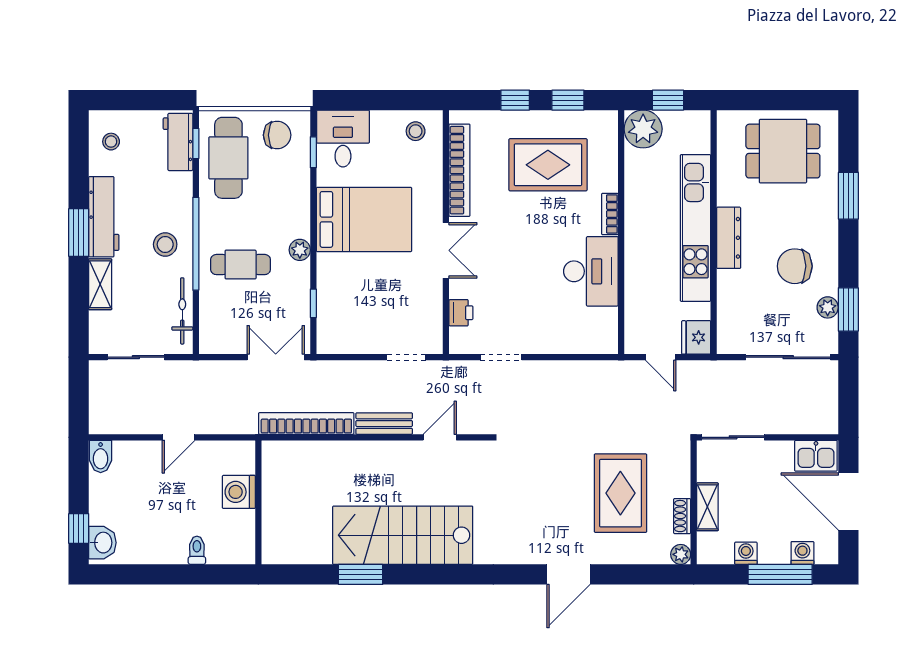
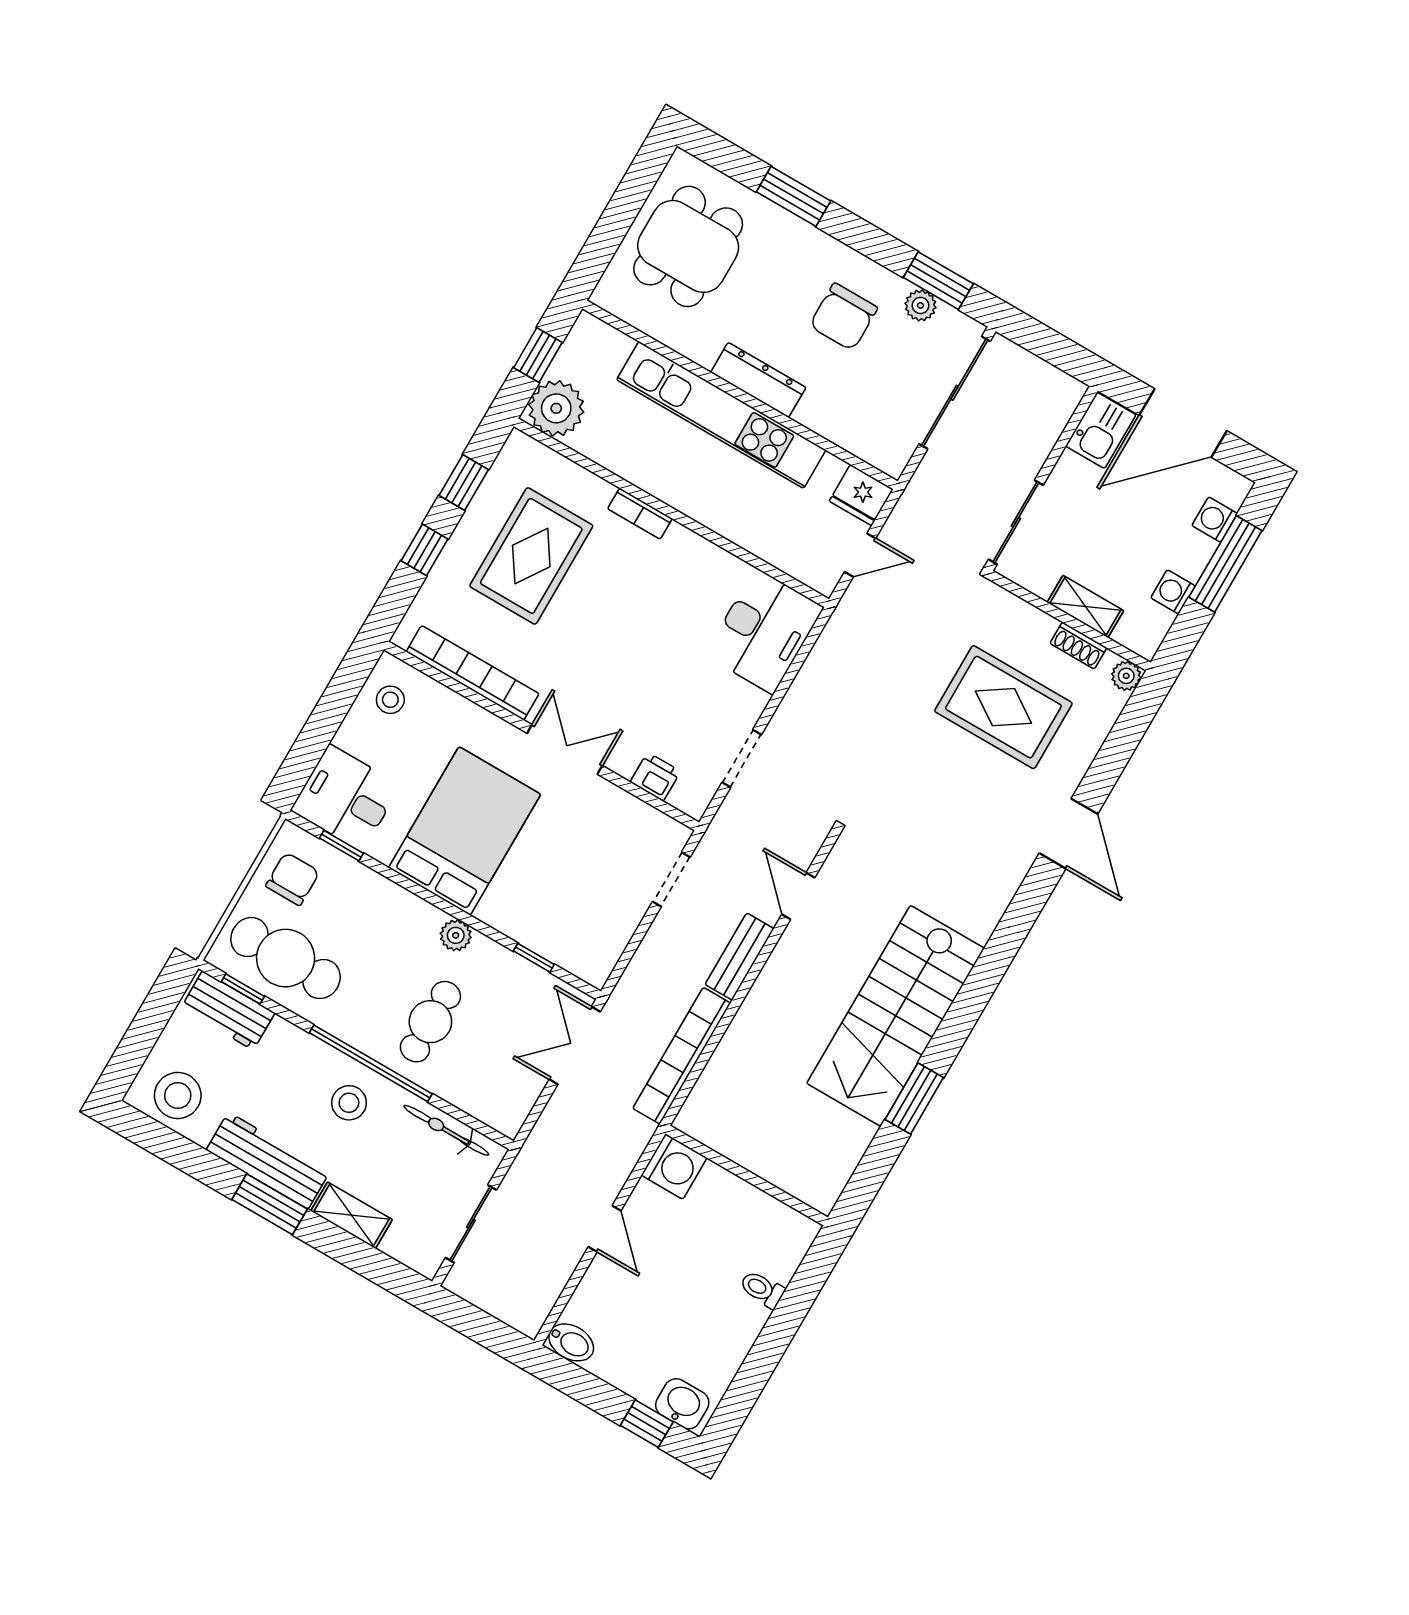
stool: (111, 142) -> (178, 1095), width x1.89, depth x1.89
desk: (591, 271) -> (764, 631), moved, turned 90
washing machine: (239, 492) -> (674, 1166), moved, turned -90

